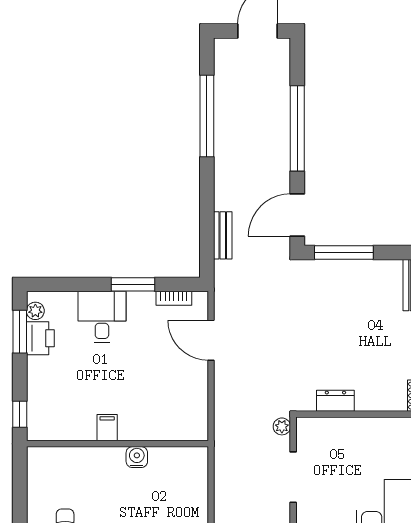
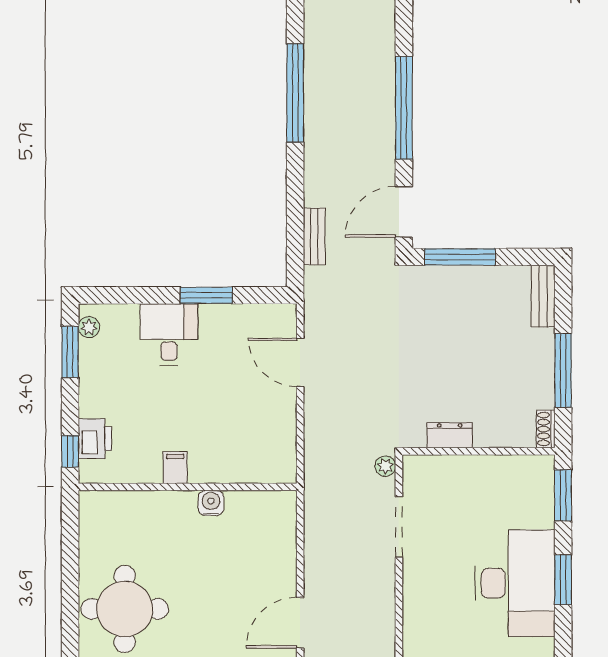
bookcase: (174, 298) -> (255, 312), removed
printer: (40, 338) -> (95, 439), moved

